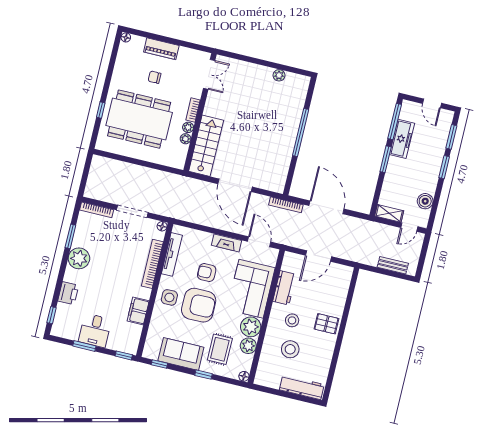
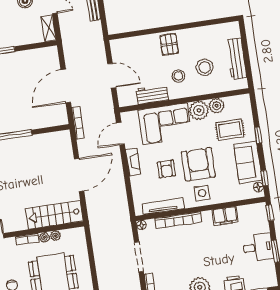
floor lamp: (244, 376) -> (258, 187), moved
workbench: (302, 387) -> (236, 59), moved

